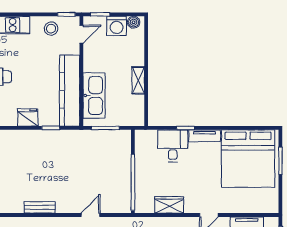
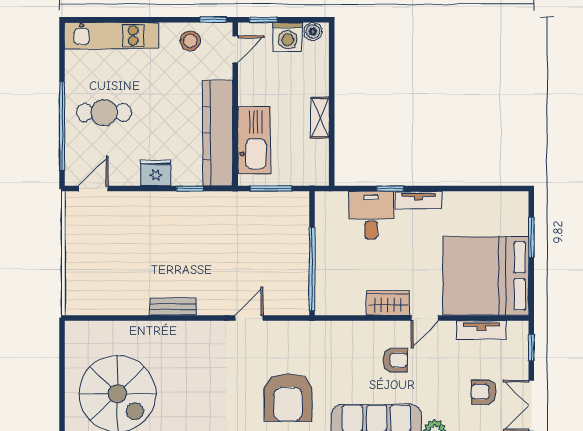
bed: (248, 159) -> (486, 276), moved, turned 90
wardrobe: (169, 205) -> (388, 303), moved

